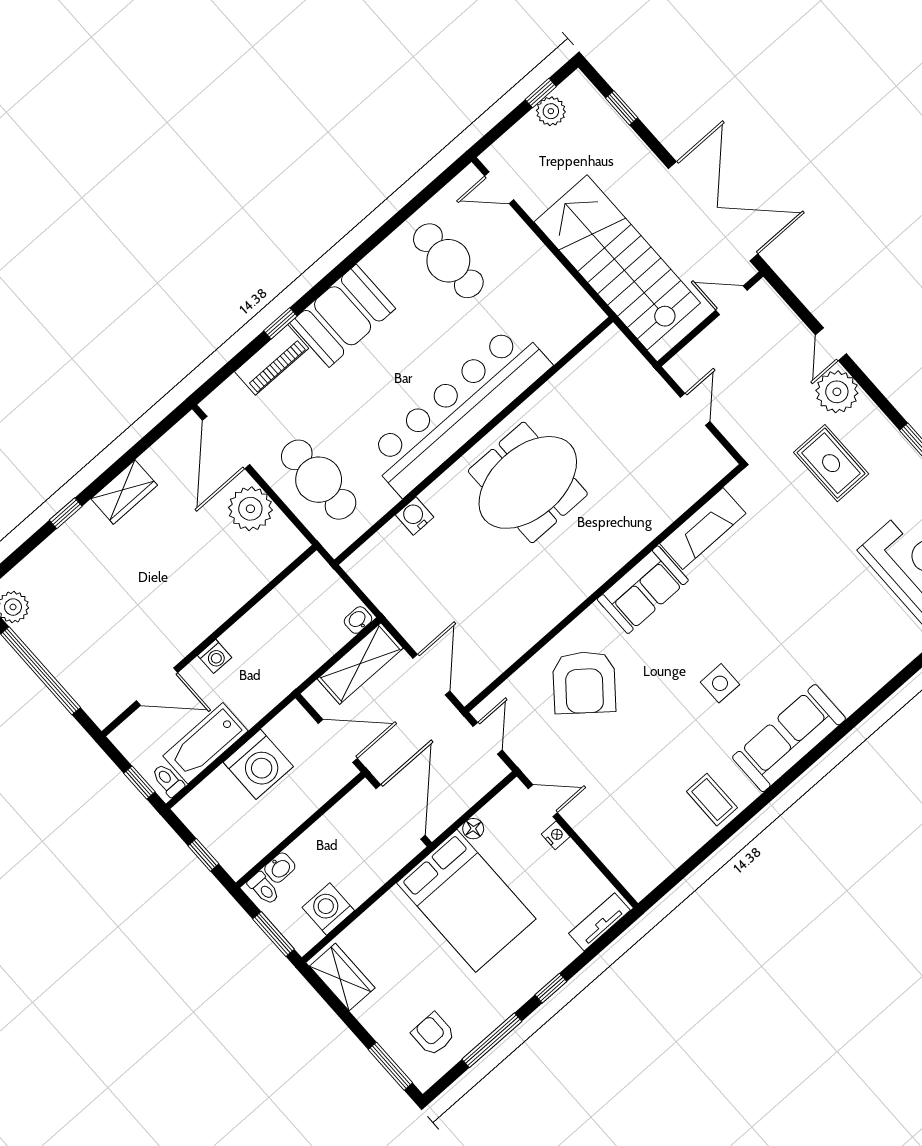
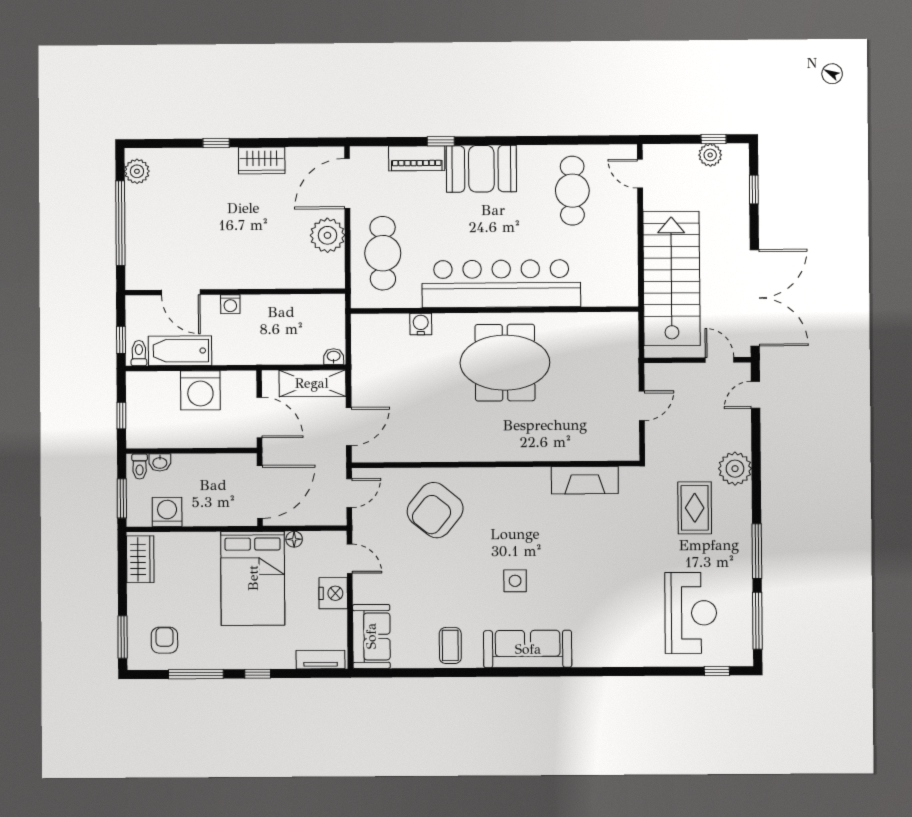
door: (831, 344) -> (756, 395), moved
sofa: (643, 590) -> (371, 636), moved, turned -90
nightstand: (556, 835) -> (333, 593), width x1.89, depth x1.79

